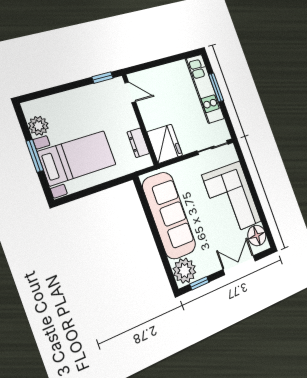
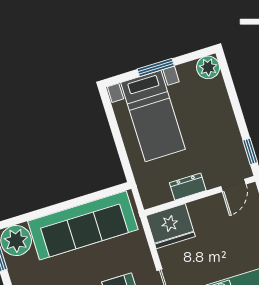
plant: (38, 126) -> (208, 67), moved
dresser: (138, 143) -> (188, 187), moved

